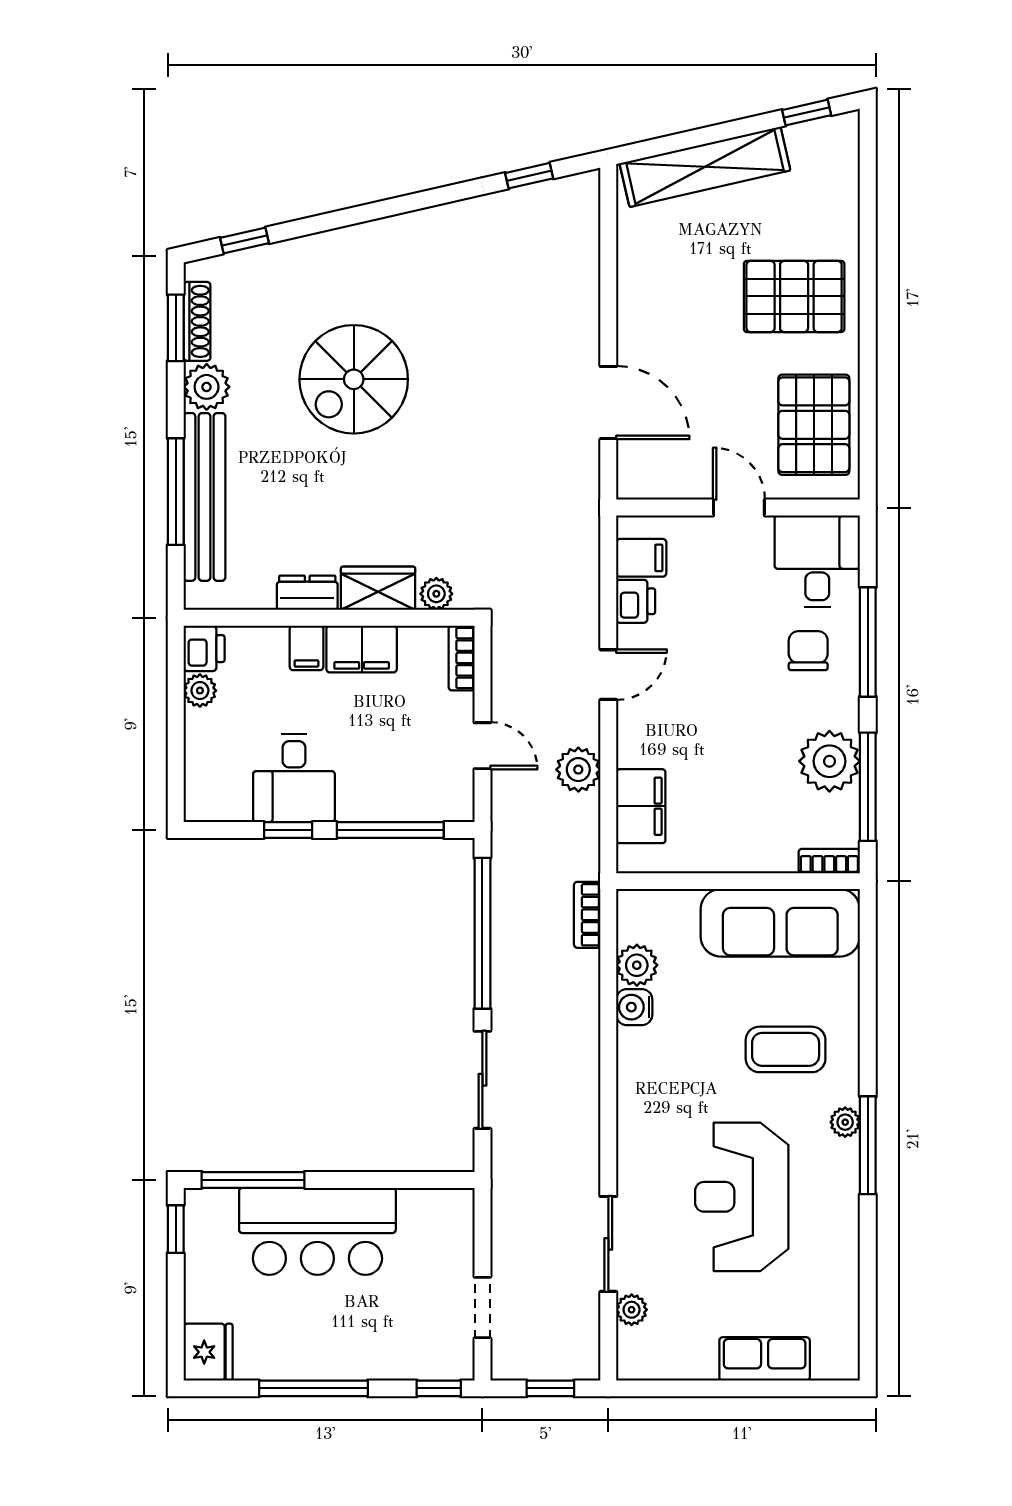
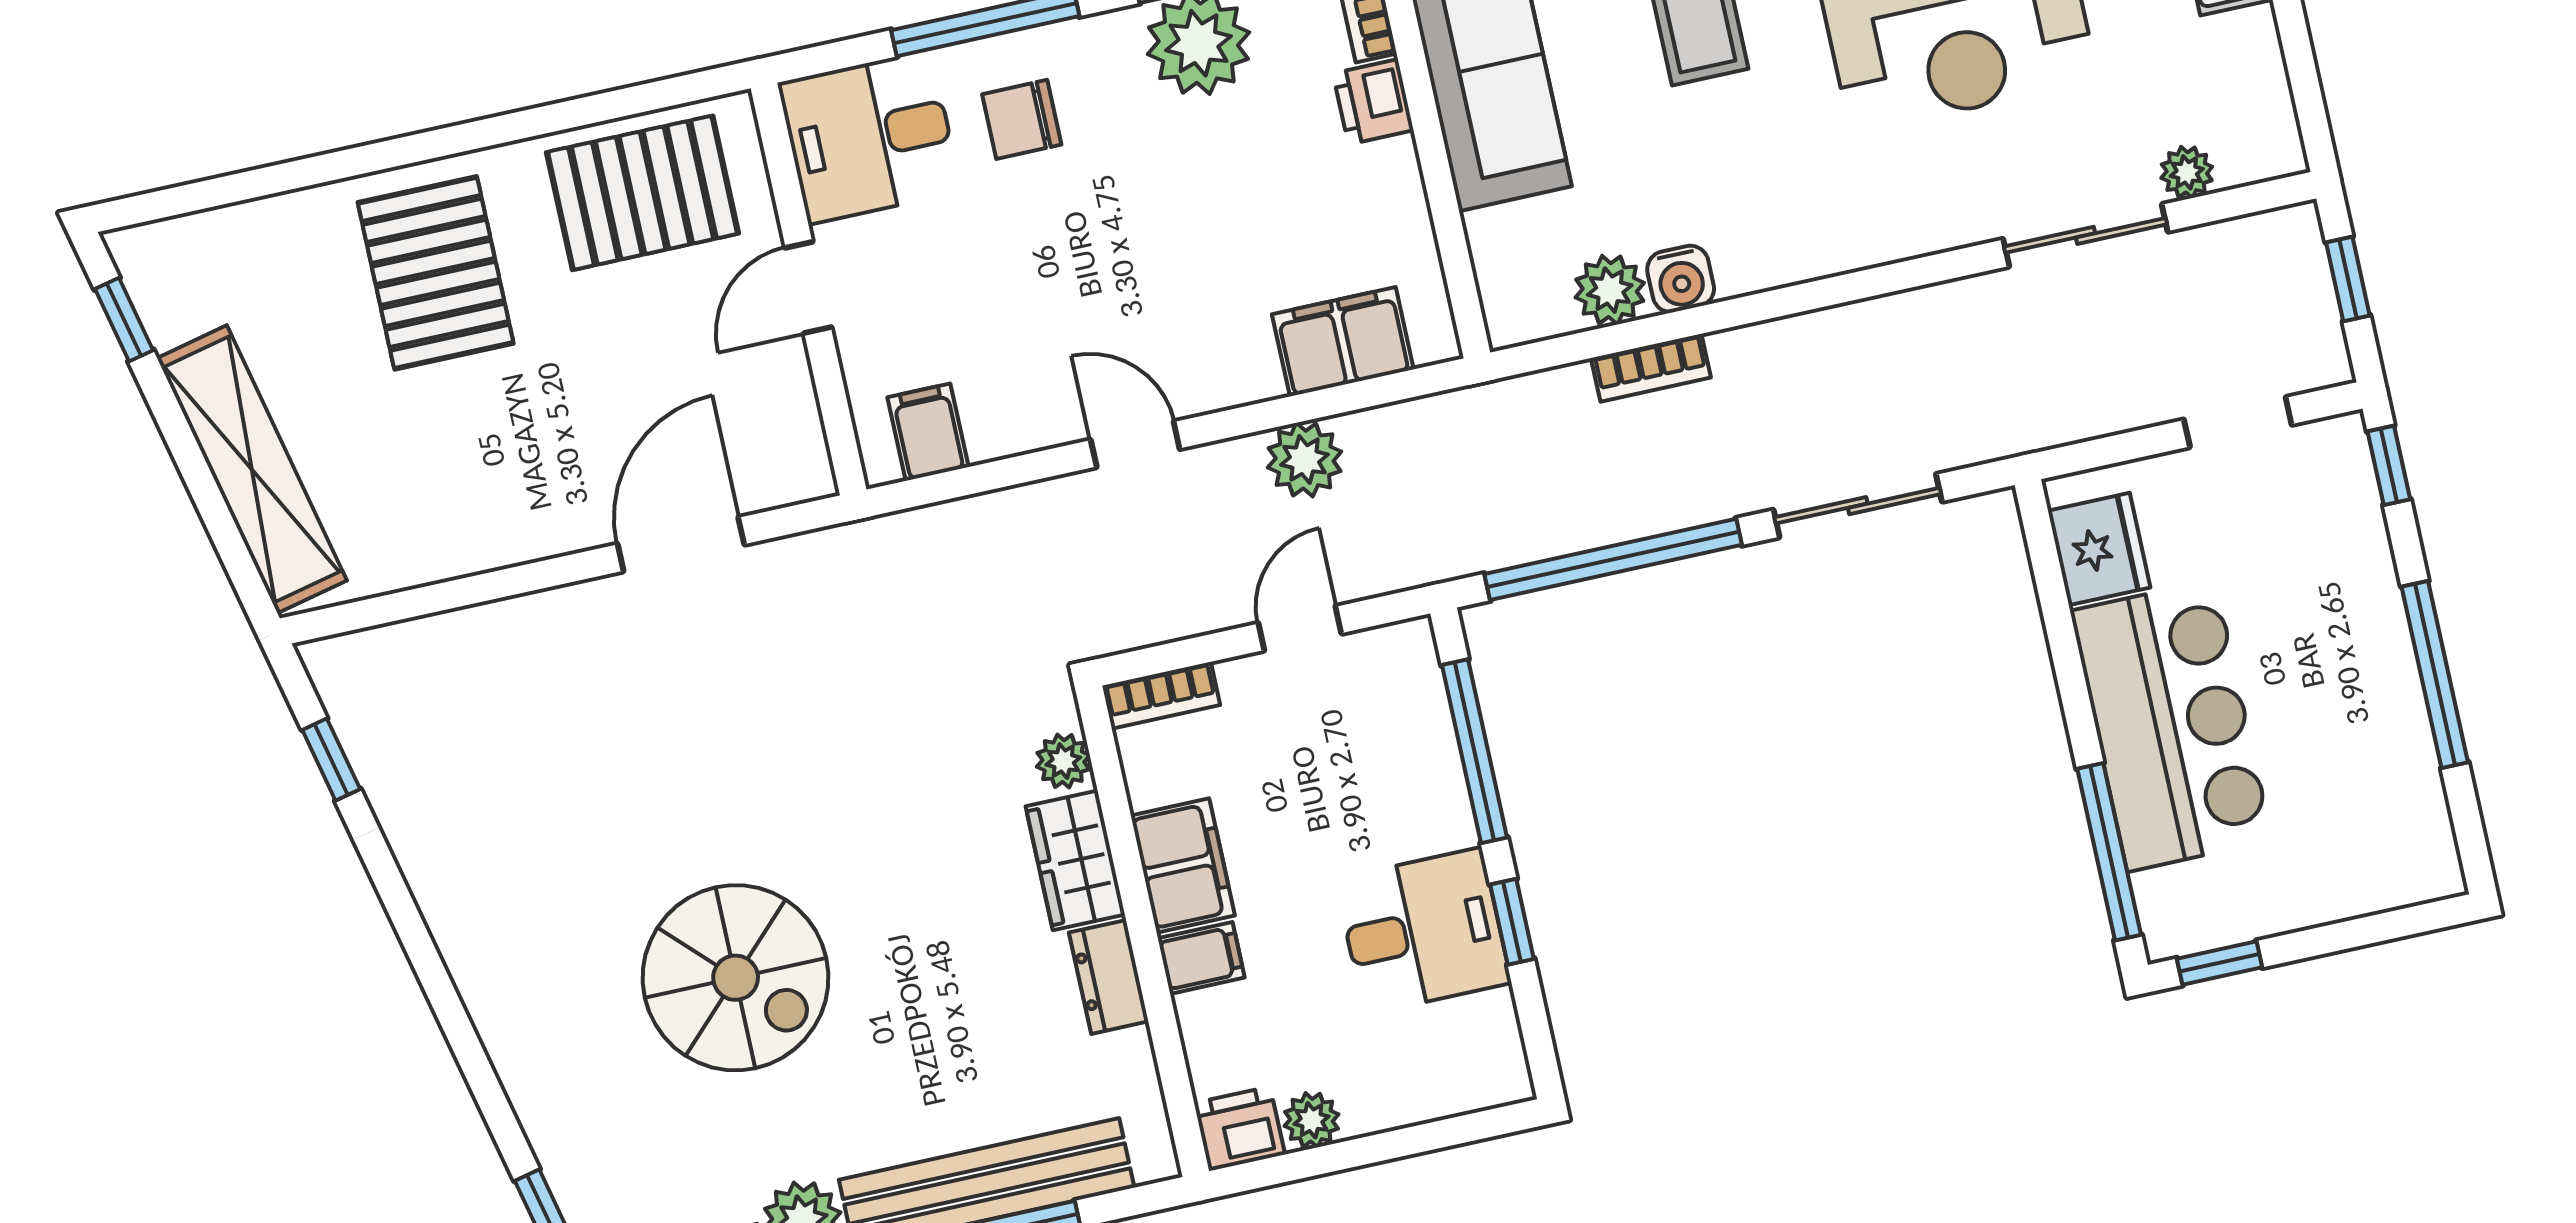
printer: (636, 601) -> (1373, 102), moved, turned -90
bookcase: (587, 915) -> (1651, 368), moved
fridge: (208, 1352) -> (2099, 549), moved, turned 90

